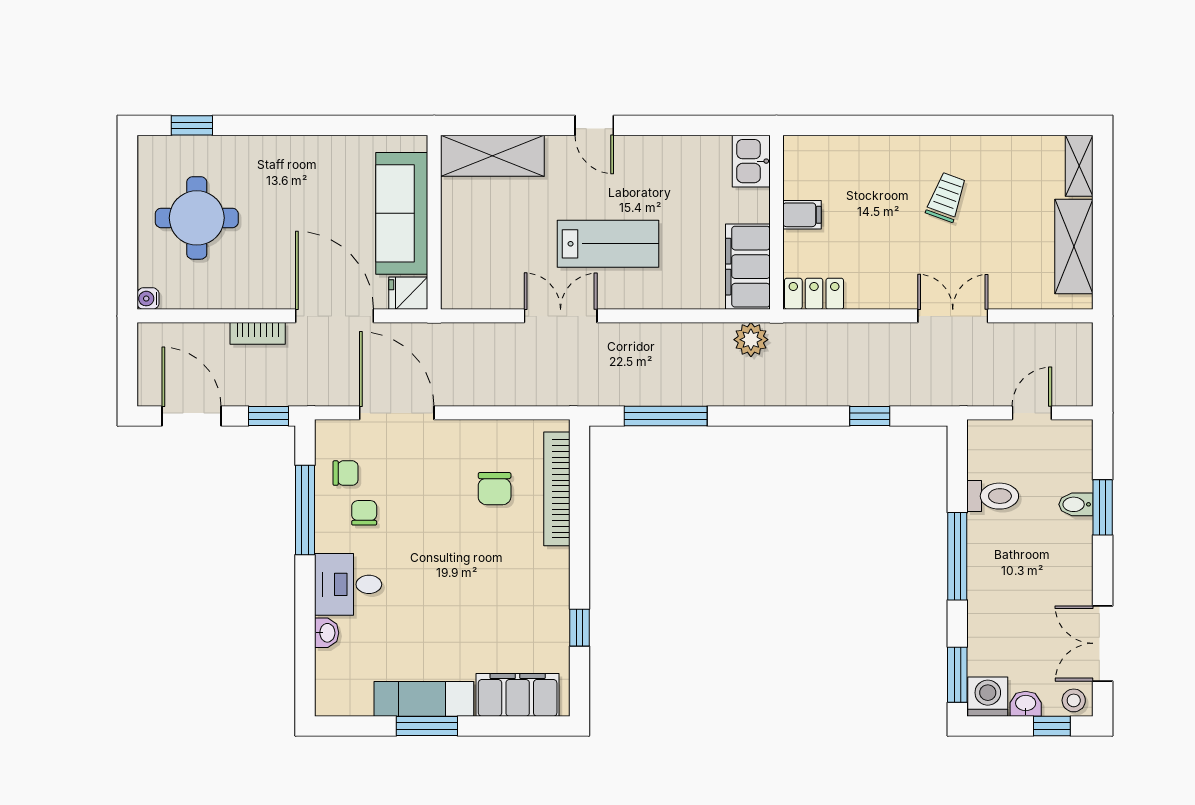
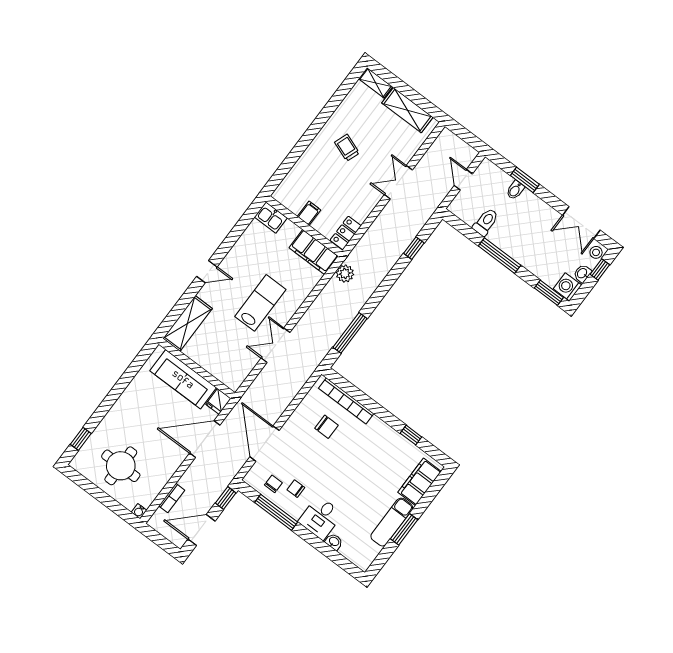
bookcase: (258, 333) -> (172, 498), moved
door: (397, 413) -> (264, 444), hinge flipped

